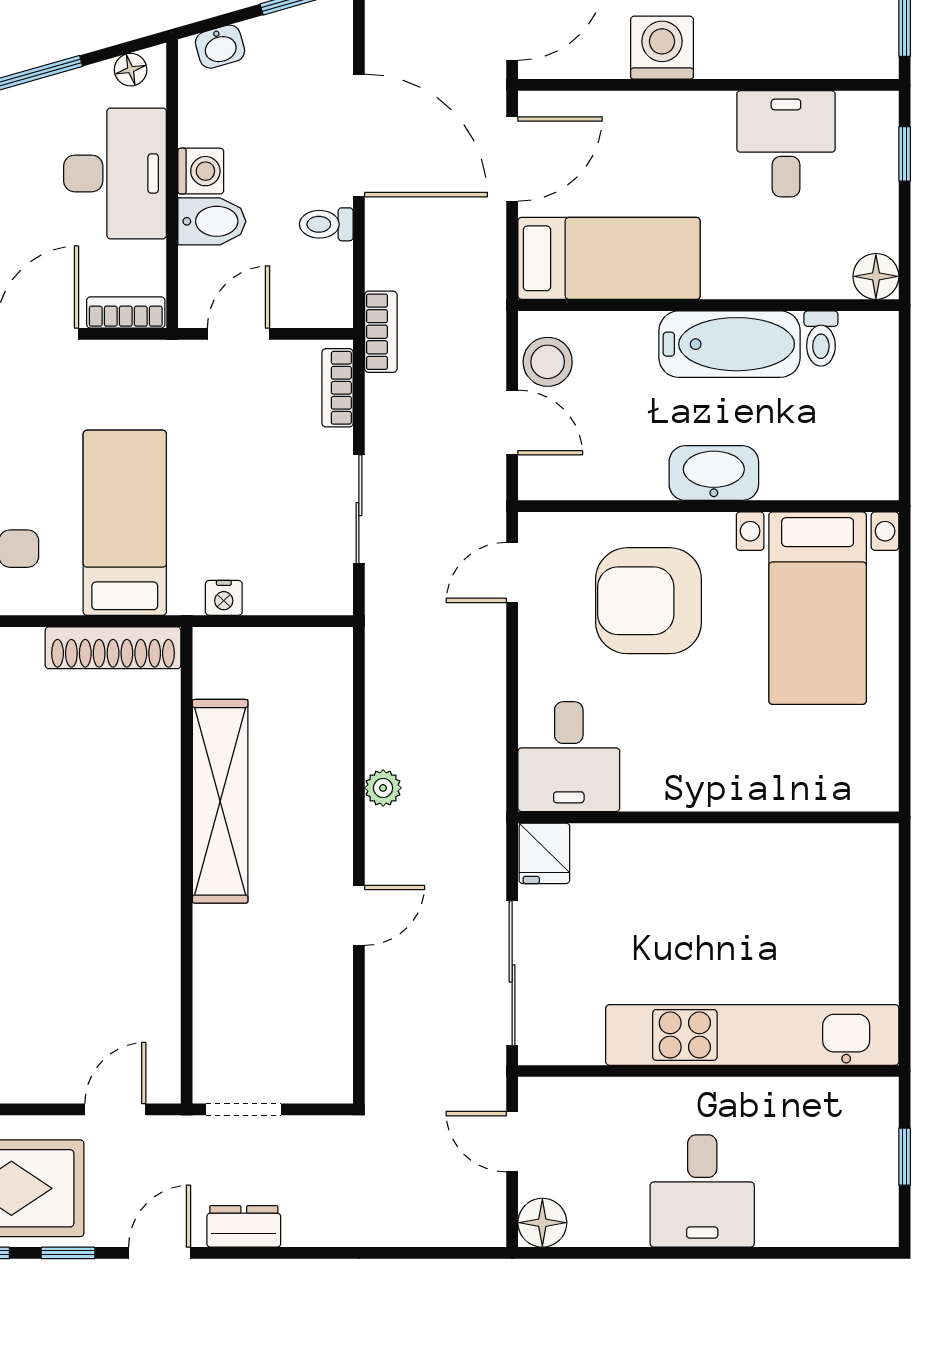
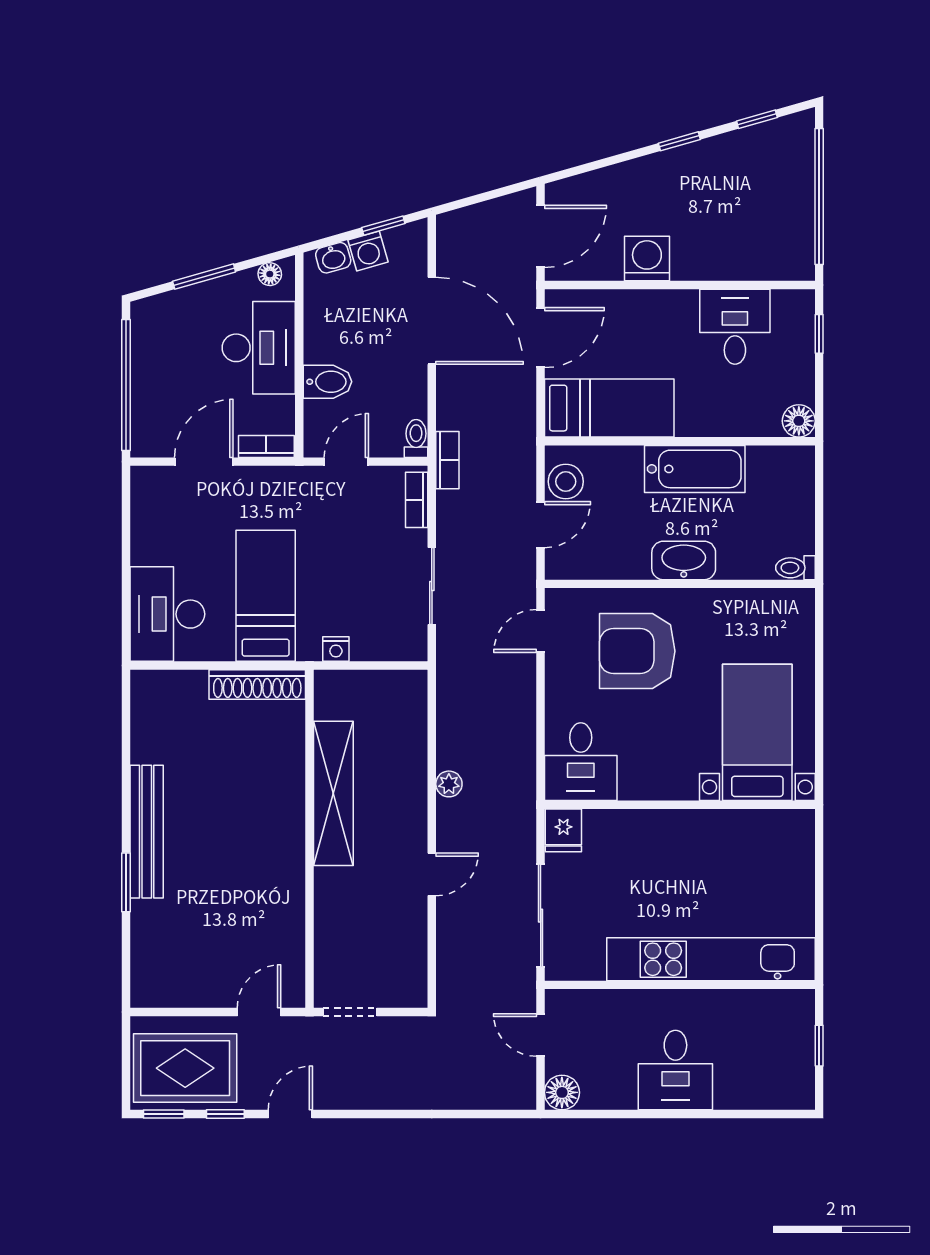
washing machine: (201, 171) -> (368, 251), moved, turned 74
toilet: (326, 224) -> (416, 438), moved, turned 90
toilet: (821, 339) -> (795, 568), moved, turned 90
door: (512, 422) -> (541, 525), hinge flipped
bed with nightstands: (818, 608) -> (757, 732), moved, turned 180
dresser: (244, 1226) -> (350, 1095), removed

